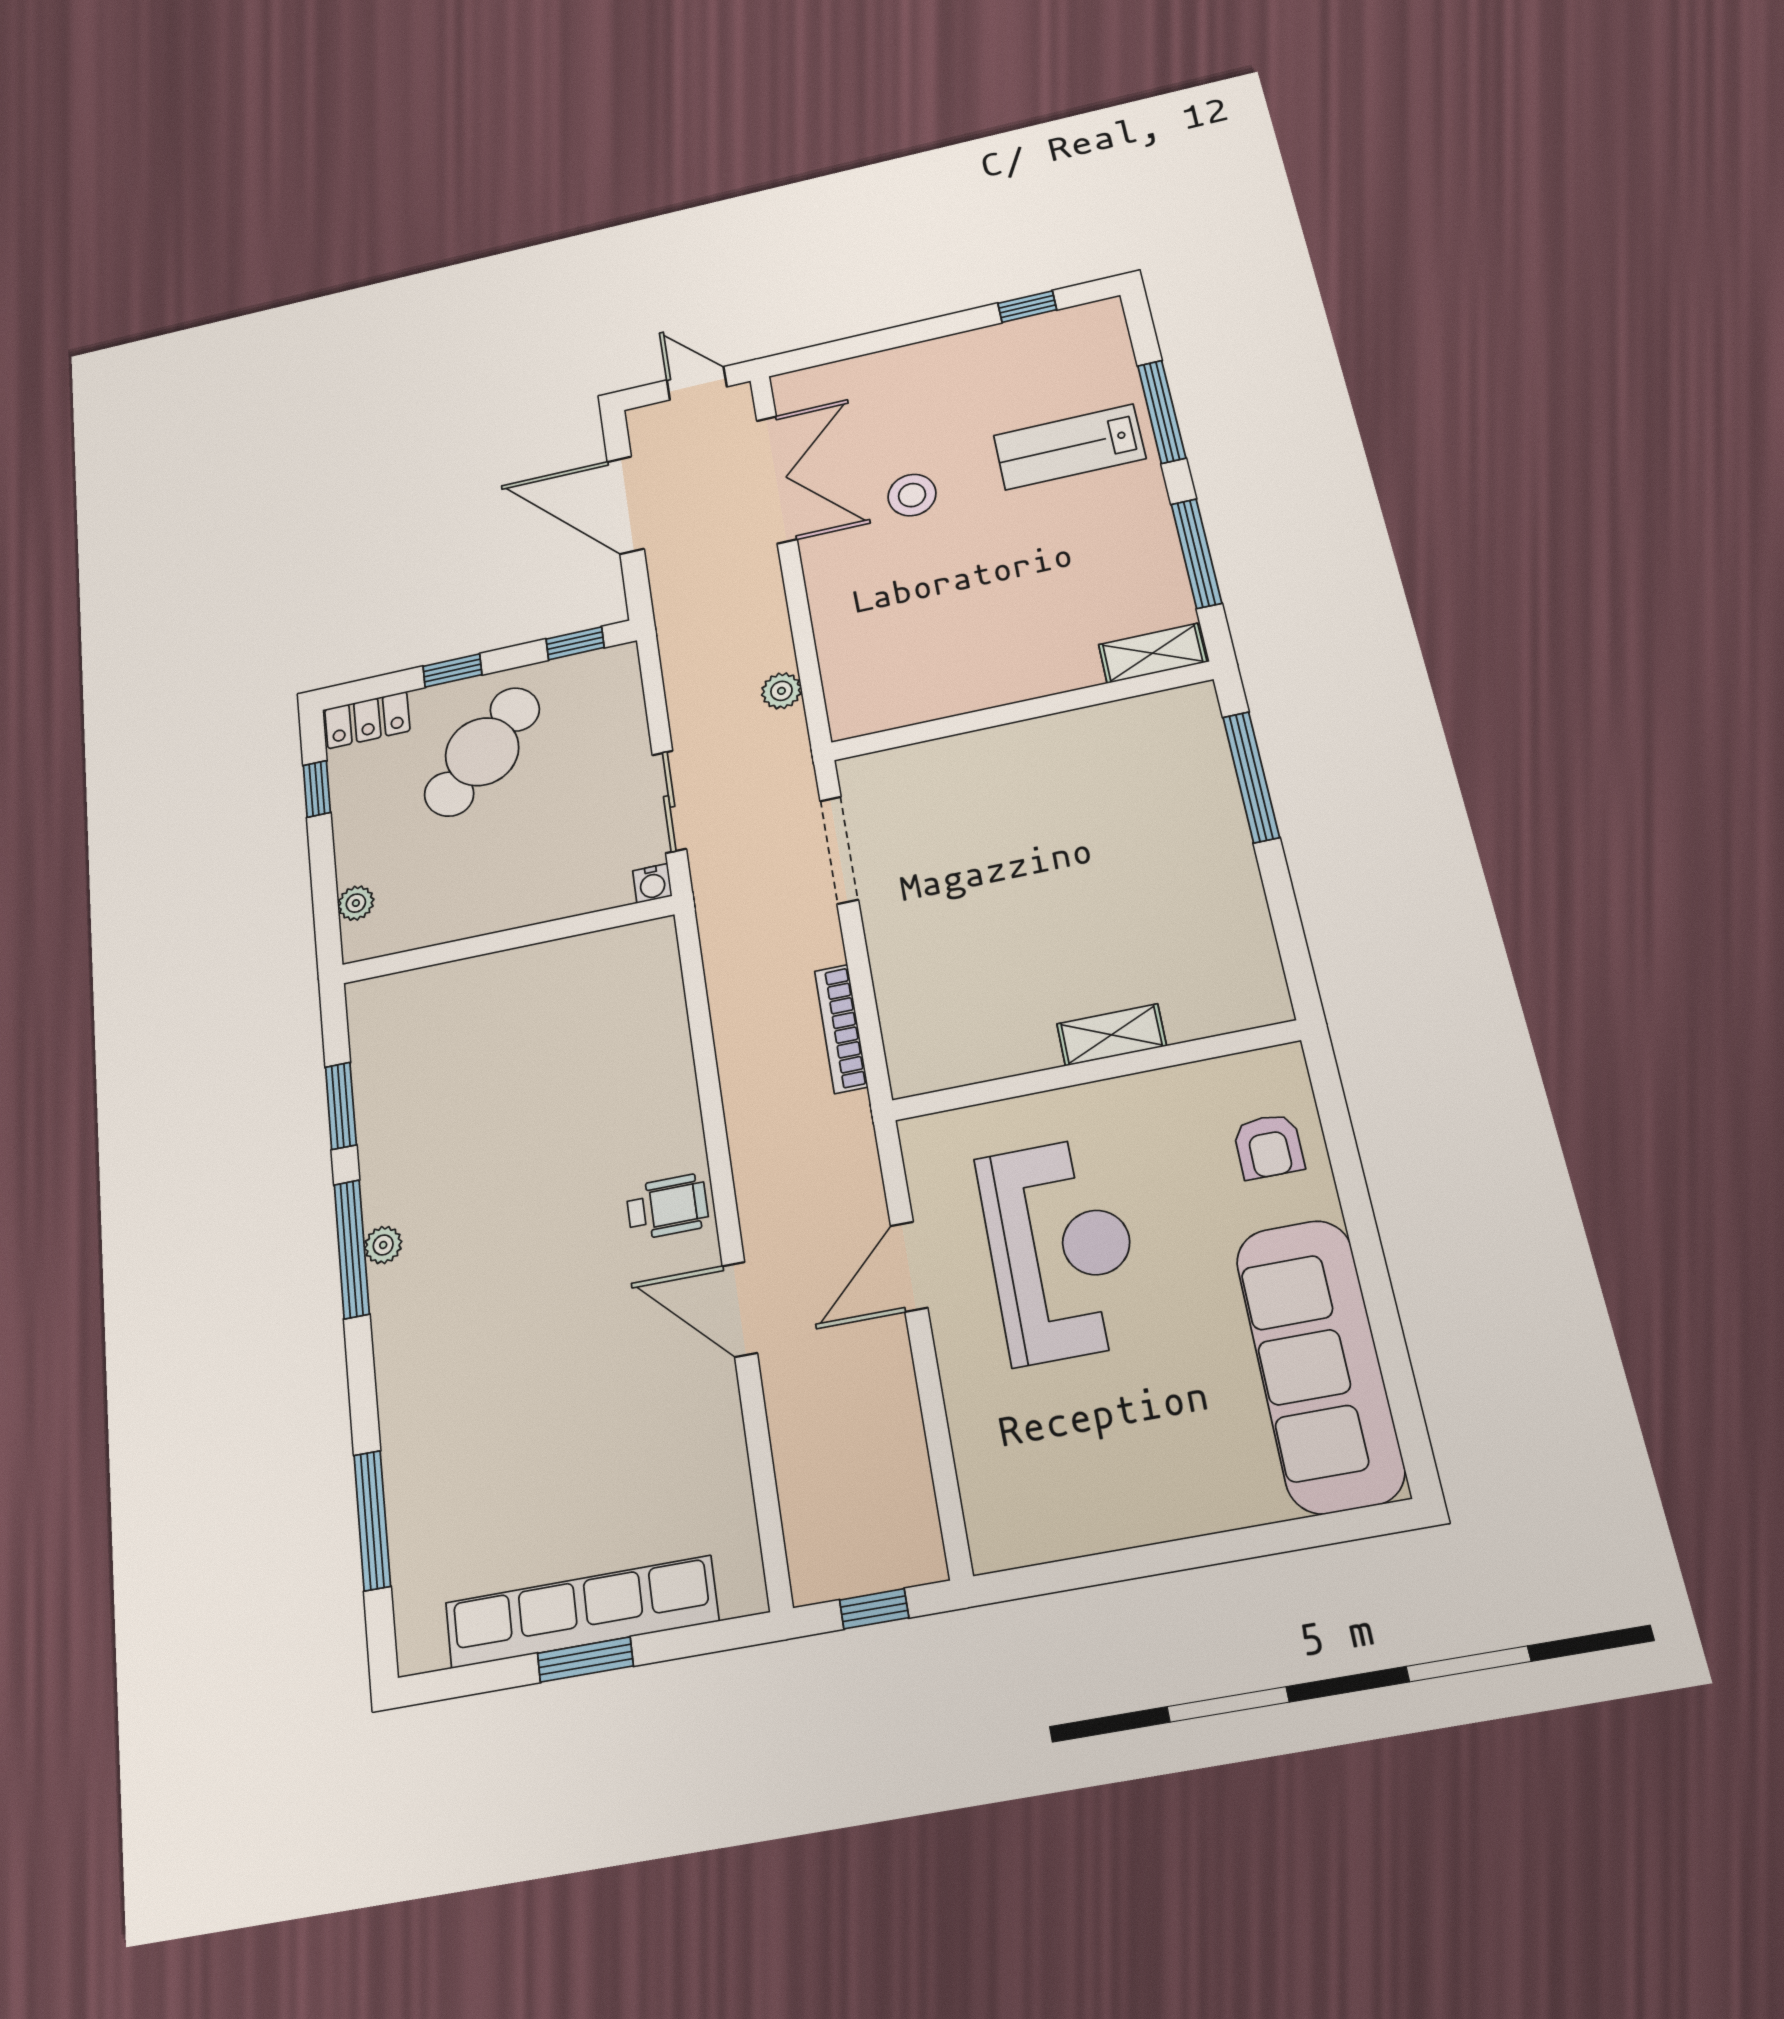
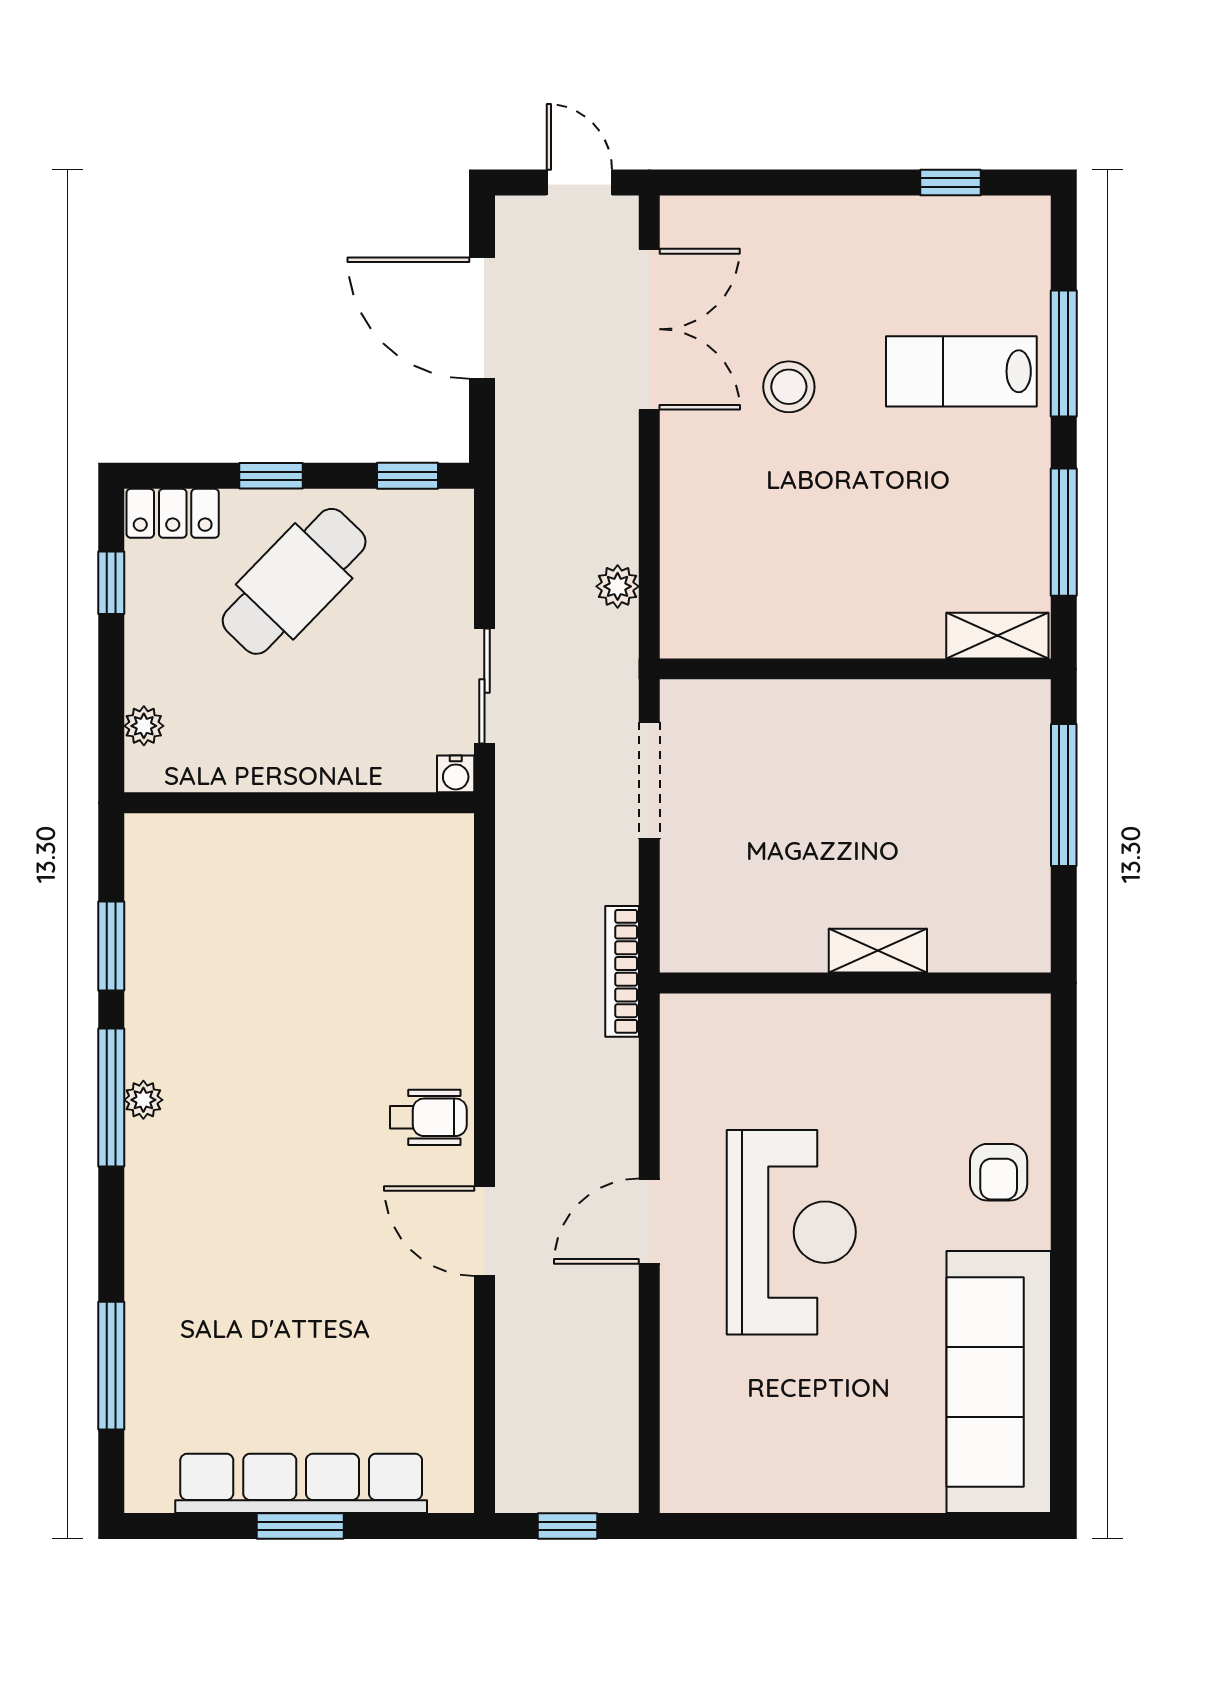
shelving: (1111, 1035) -> (878, 951), moved
wall: (1094, 1071) -> (855, 983), moved

